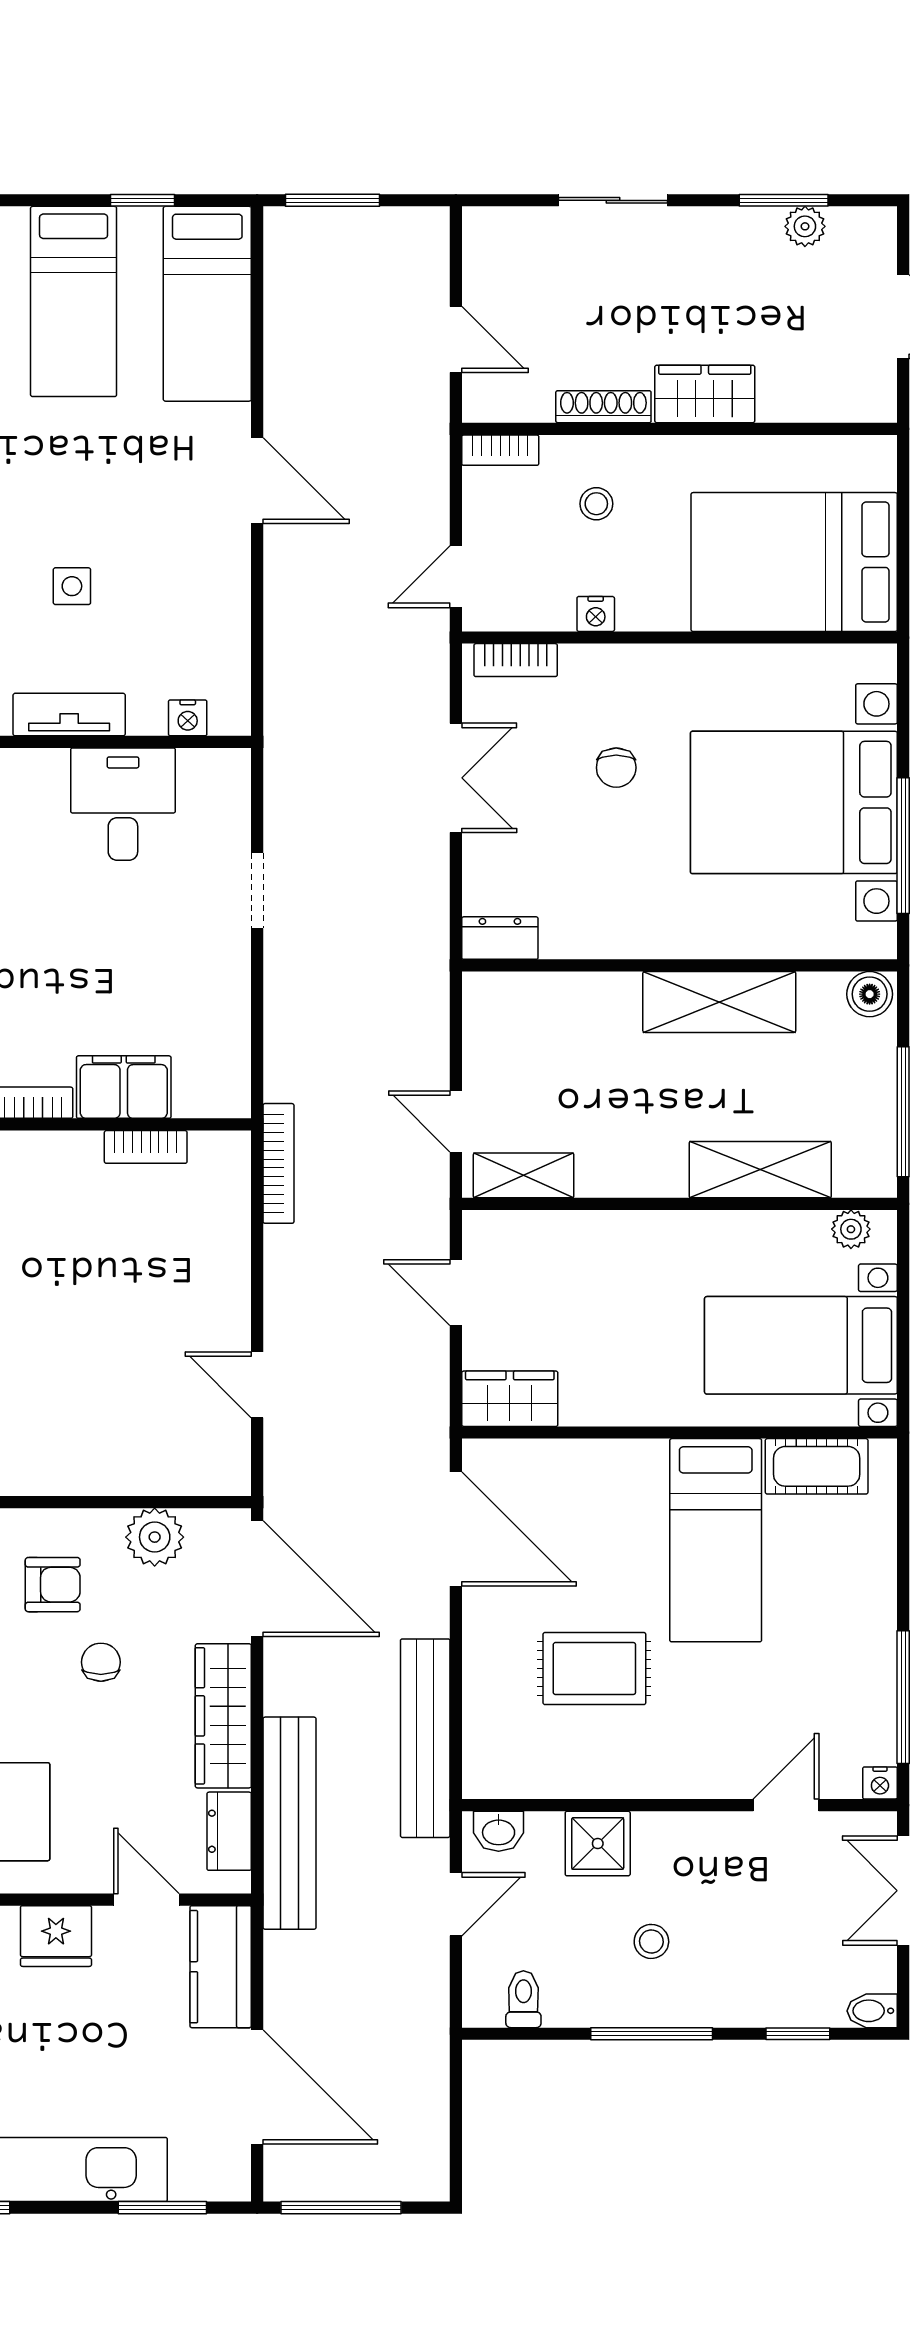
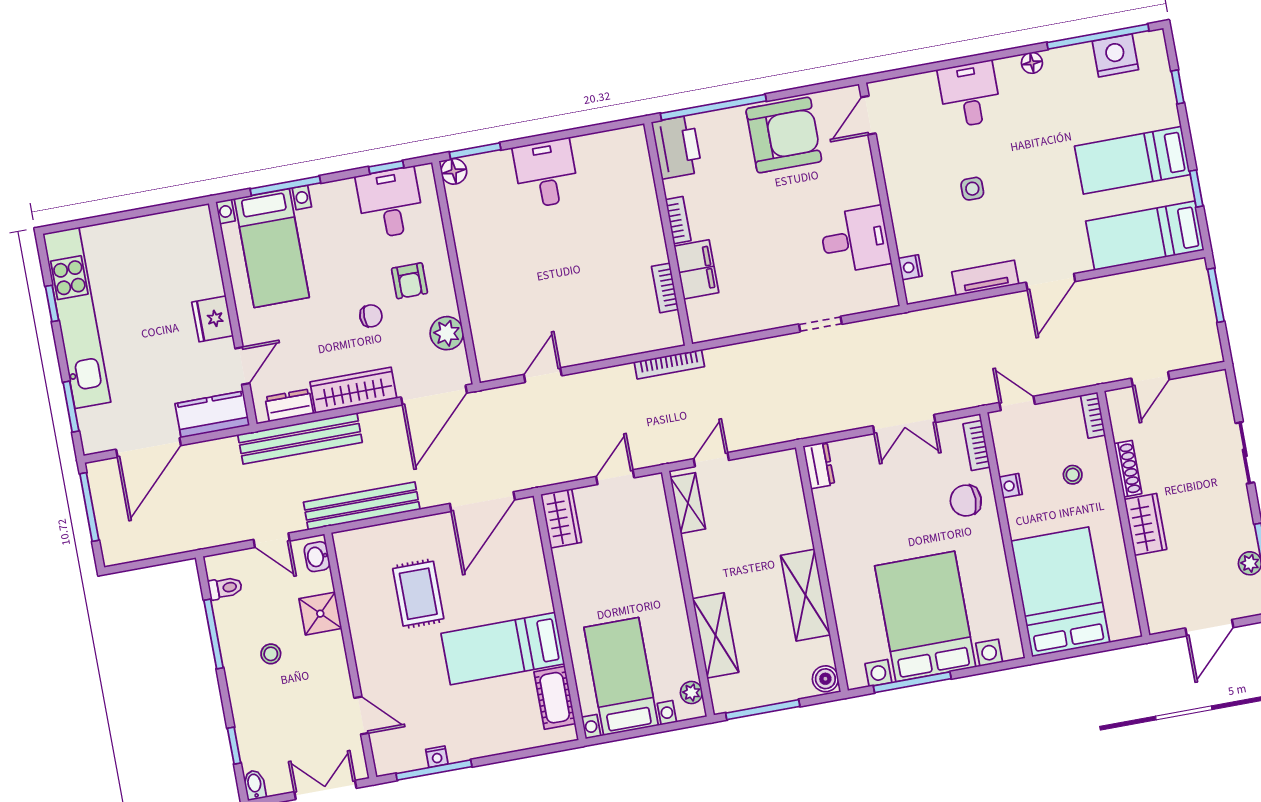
tv unit: (69, 715) -> (985, 278), moved, turned -90
chair: (616, 768) -> (966, 501), moved, width x1.37, depth x1.37
nightstand: (880, 1783) -> (437, 757), moved, turned -90
window: (652, 2034) -> (214, 634), moved

